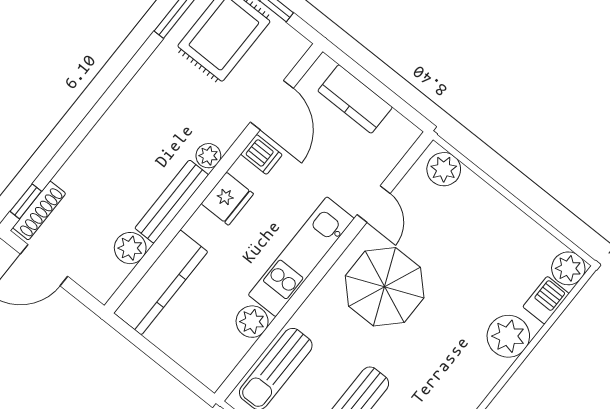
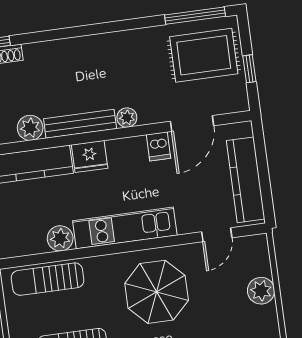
kitchen counter: (355, 99) -> (246, 180), width x1.50
plant: (444, 169) -> (261, 291), moved
fridge: (227, 199) -> (90, 156), moved
door: (374, 204) -> (217, 235), moved

